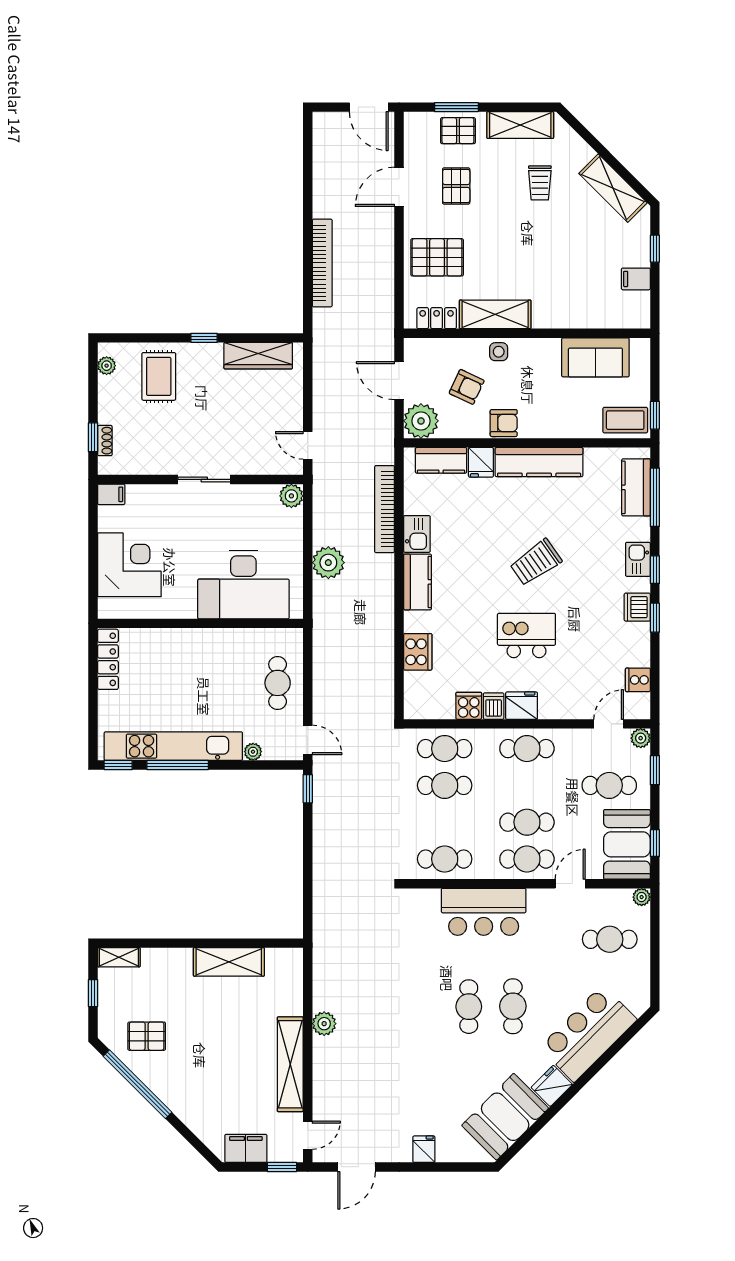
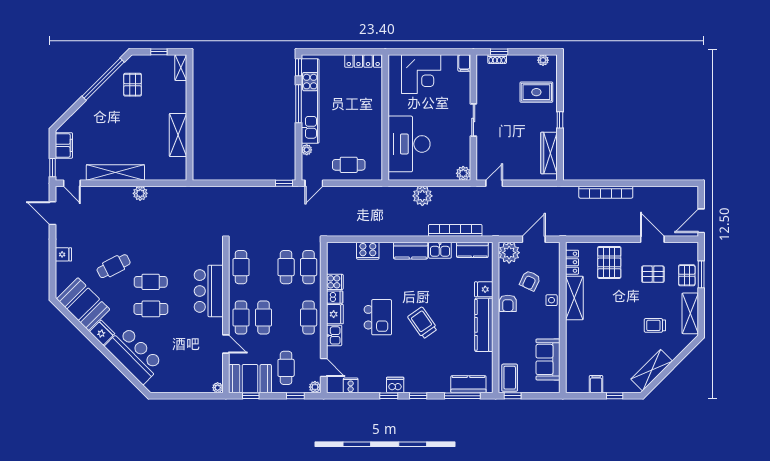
kitchen counter: (441, 460) -> (472, 250), moved, turned -90
kitchen sink: (638, 559) -> (334, 335), moved, turned 90
cafe table: (610, 939) -> (114, 266), moved, turned 63

